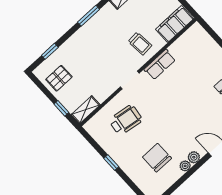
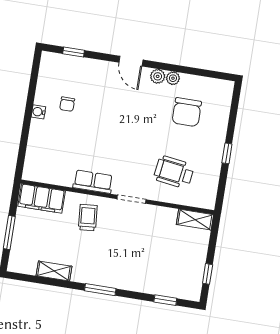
pallet: (59, 78) -> (185, 270), removed
window: (61, 108) -> (208, 274), moved

